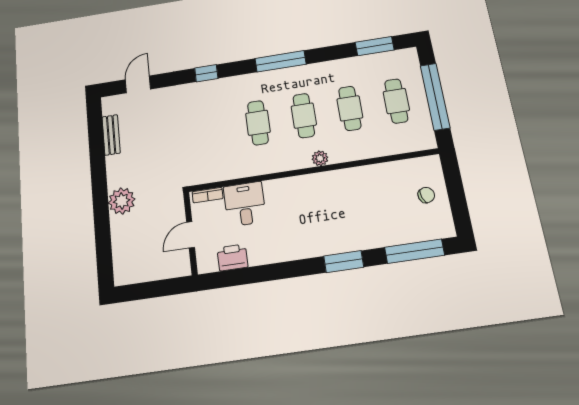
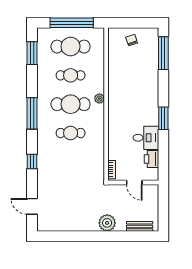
cafe table: (396, 101) -> (71, 47), width x1.37, depth x1.35
cafe table: (304, 116) -> (71, 104), width x1.37, depth x1.35
bench: (111, 135) -> (140, 226), moved
desk: (245, 204) -> (146, 138), moved, turned 180
window: (344, 262) -> (163, 118), moved

